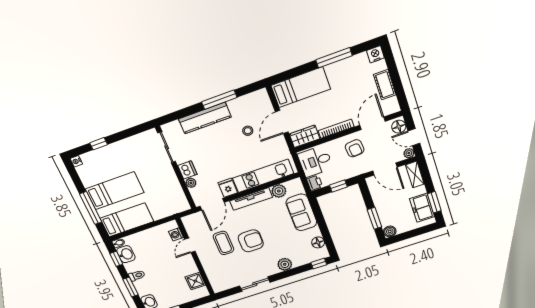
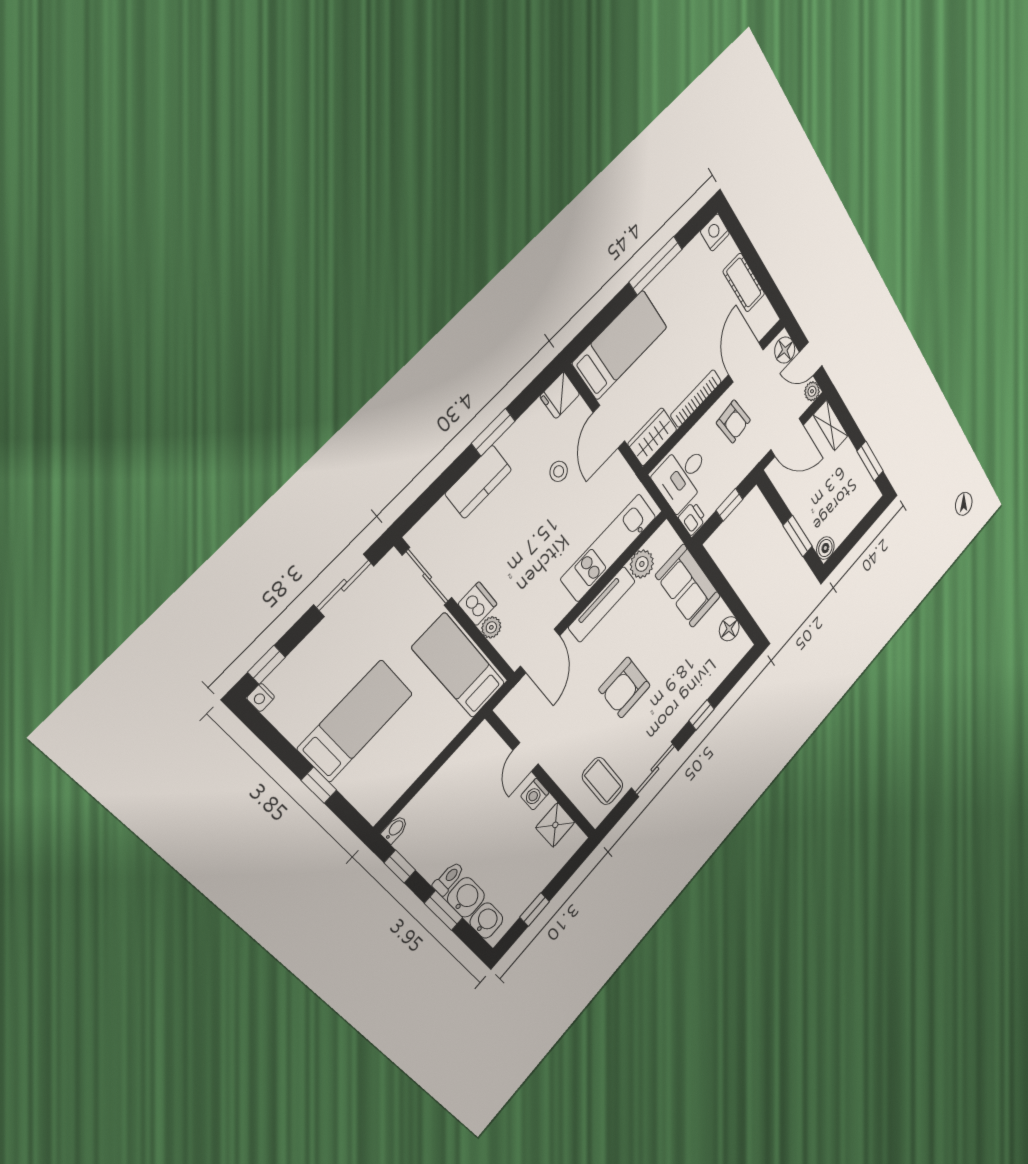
window: (219, 100) -> (493, 432), width x0.69
kitchen counter: (205, 118) -> (478, 482), width x0.67
sliding door: (127, 133) -> (344, 585), added
window: (99, 144) -> (267, 665), moved
fridge: (228, 188) -> (560, 395), moved, turned -90
window: (91, 208) -> (319, 785), width x0.46
freezer: (422, 208) -> (857, 480), removed
bed: (127, 220) -> (459, 666), moved, turned -90
washing machine: (176, 234) -> (535, 794), moved
armchair: (251, 241) -> (625, 687), turned 180
coffee table: (223, 243) -> (603, 781), moved
washbasin: (126, 254) -> (466, 897), moved
plant: (285, 264) -> (691, 701), removed
window: (319, 264) -> (702, 715), moved

